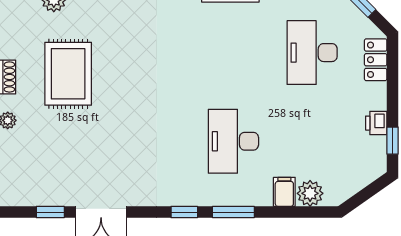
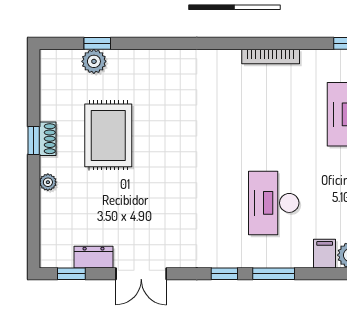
dresser: (53, 195) -> (94, 257), added
window: (50, 212) -> (71, 274), moved

